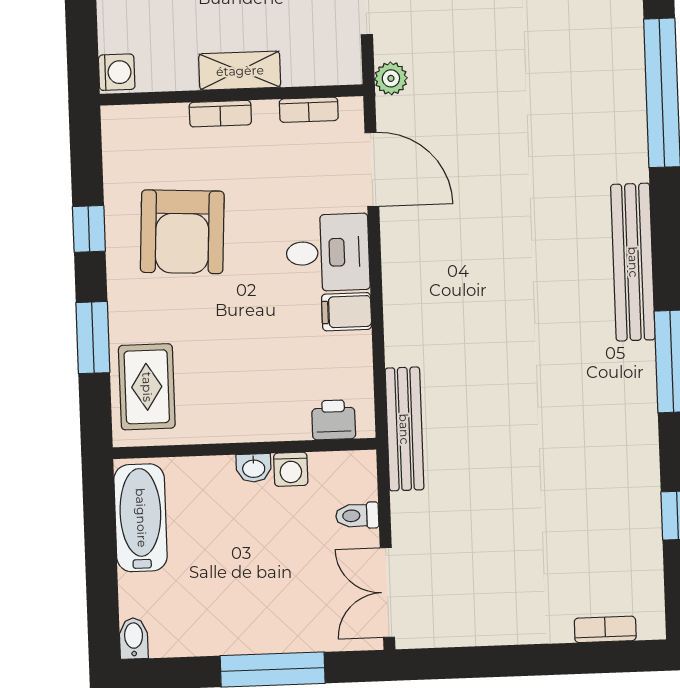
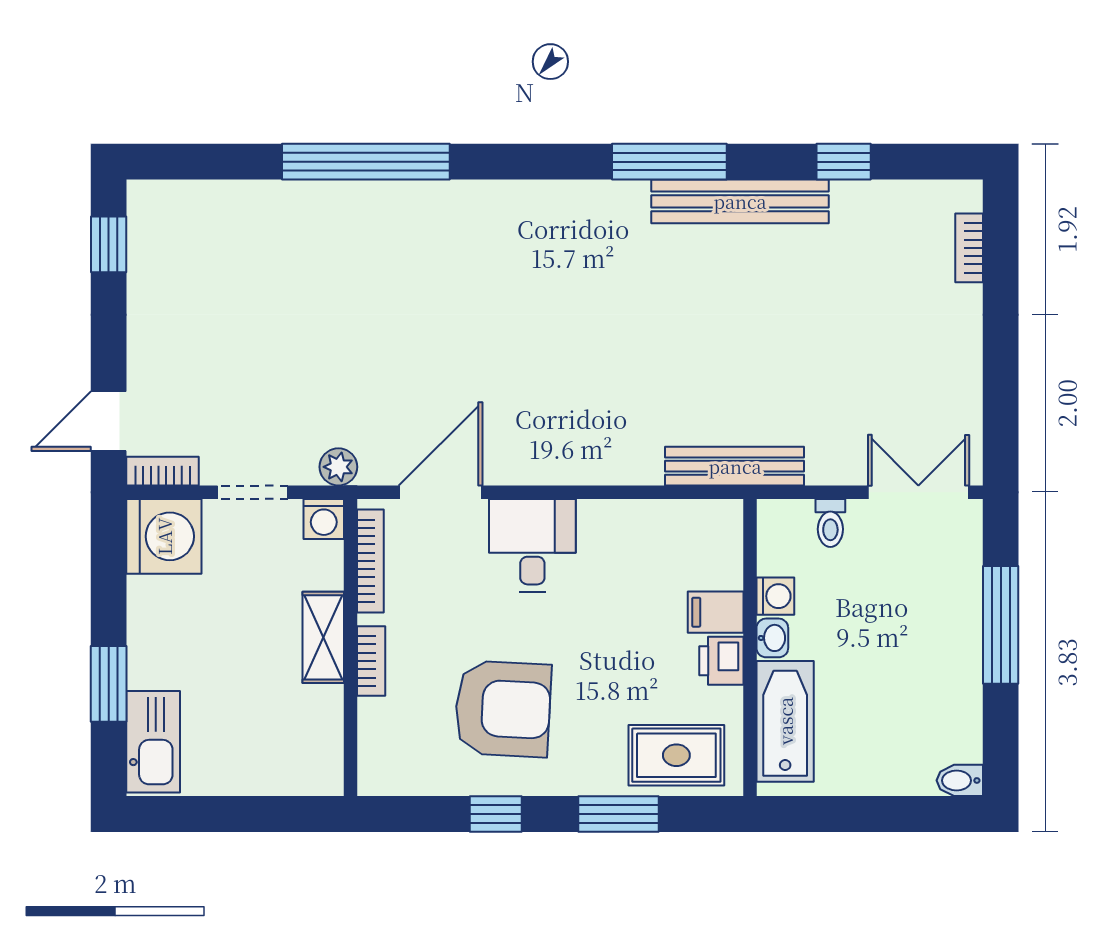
washing machine: (117, 72) -> (324, 519), moved, turned 180
bookcase: (309, 110) -> (370, 561), width x1.56
bench: (633, 262) -> (740, 201), moved
filing cabinet: (347, 312) -> (716, 612), moved, turned 90
printer: (334, 420) -> (721, 661), moved
bathtub: (141, 518) -> (785, 721), moved, turned 90
double door: (387, 592) -> (918, 492), swing flipped

